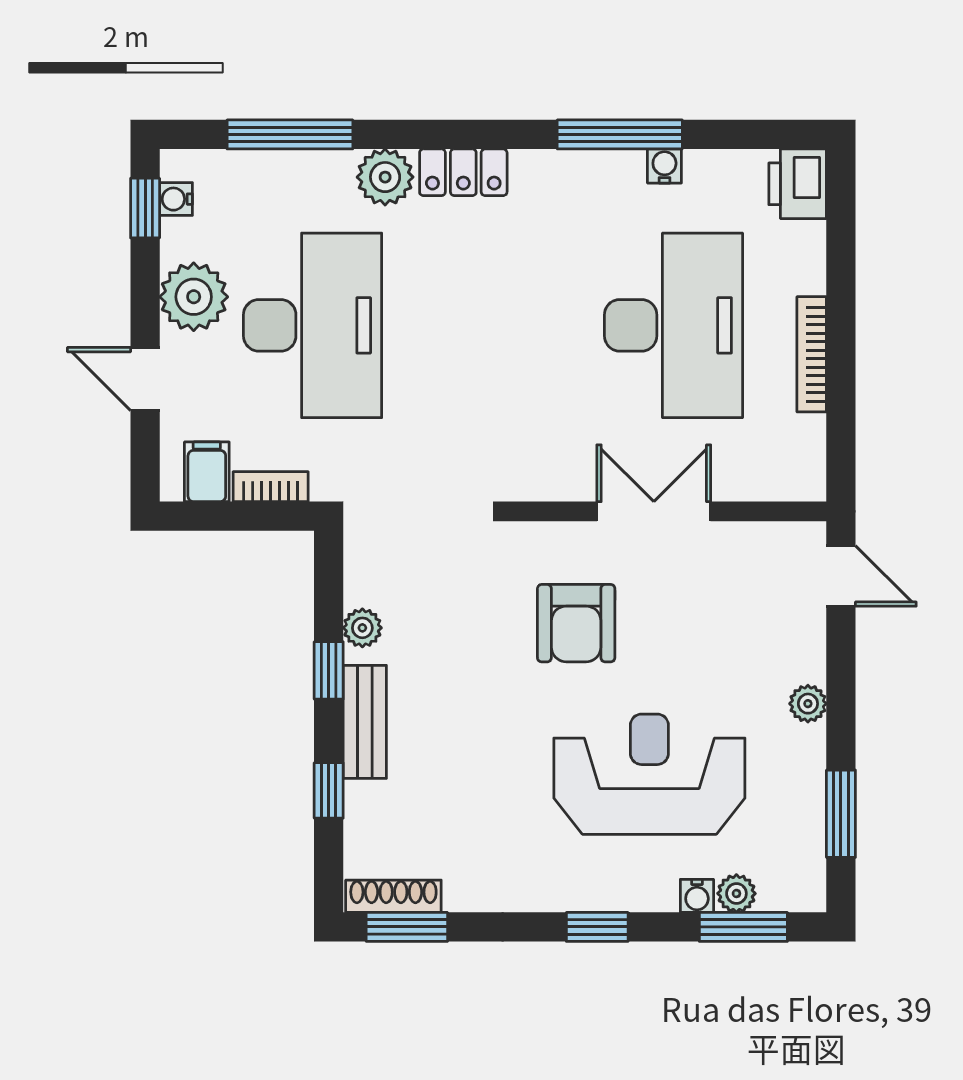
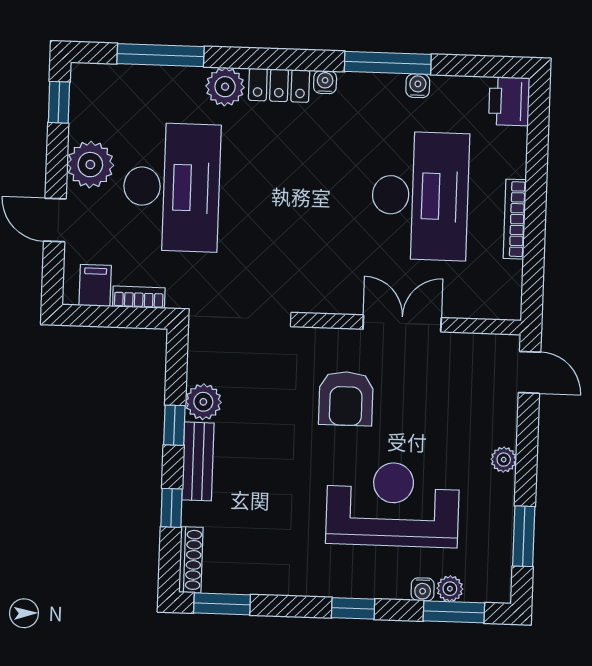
water cooler: (176, 199) -> (325, 82), moved, turned 90
plant: (362, 628) -> (203, 402), width x1.38, depth x1.38
shoe rack: (393, 896) -> (191, 560), moved, turned 90

